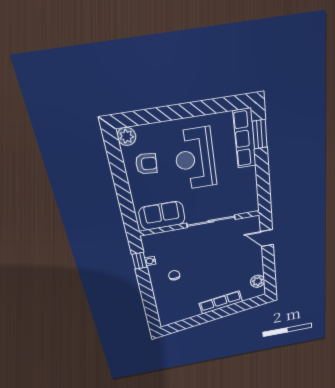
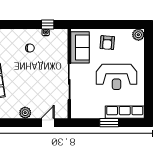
window: (260, 134) -> (109, 123), moved
reception desk: (195, 159) -> (117, 77), turned 180
armchair: (146, 164) -> (107, 43), moved
plant: (258, 281) -> (25, 113), moved

